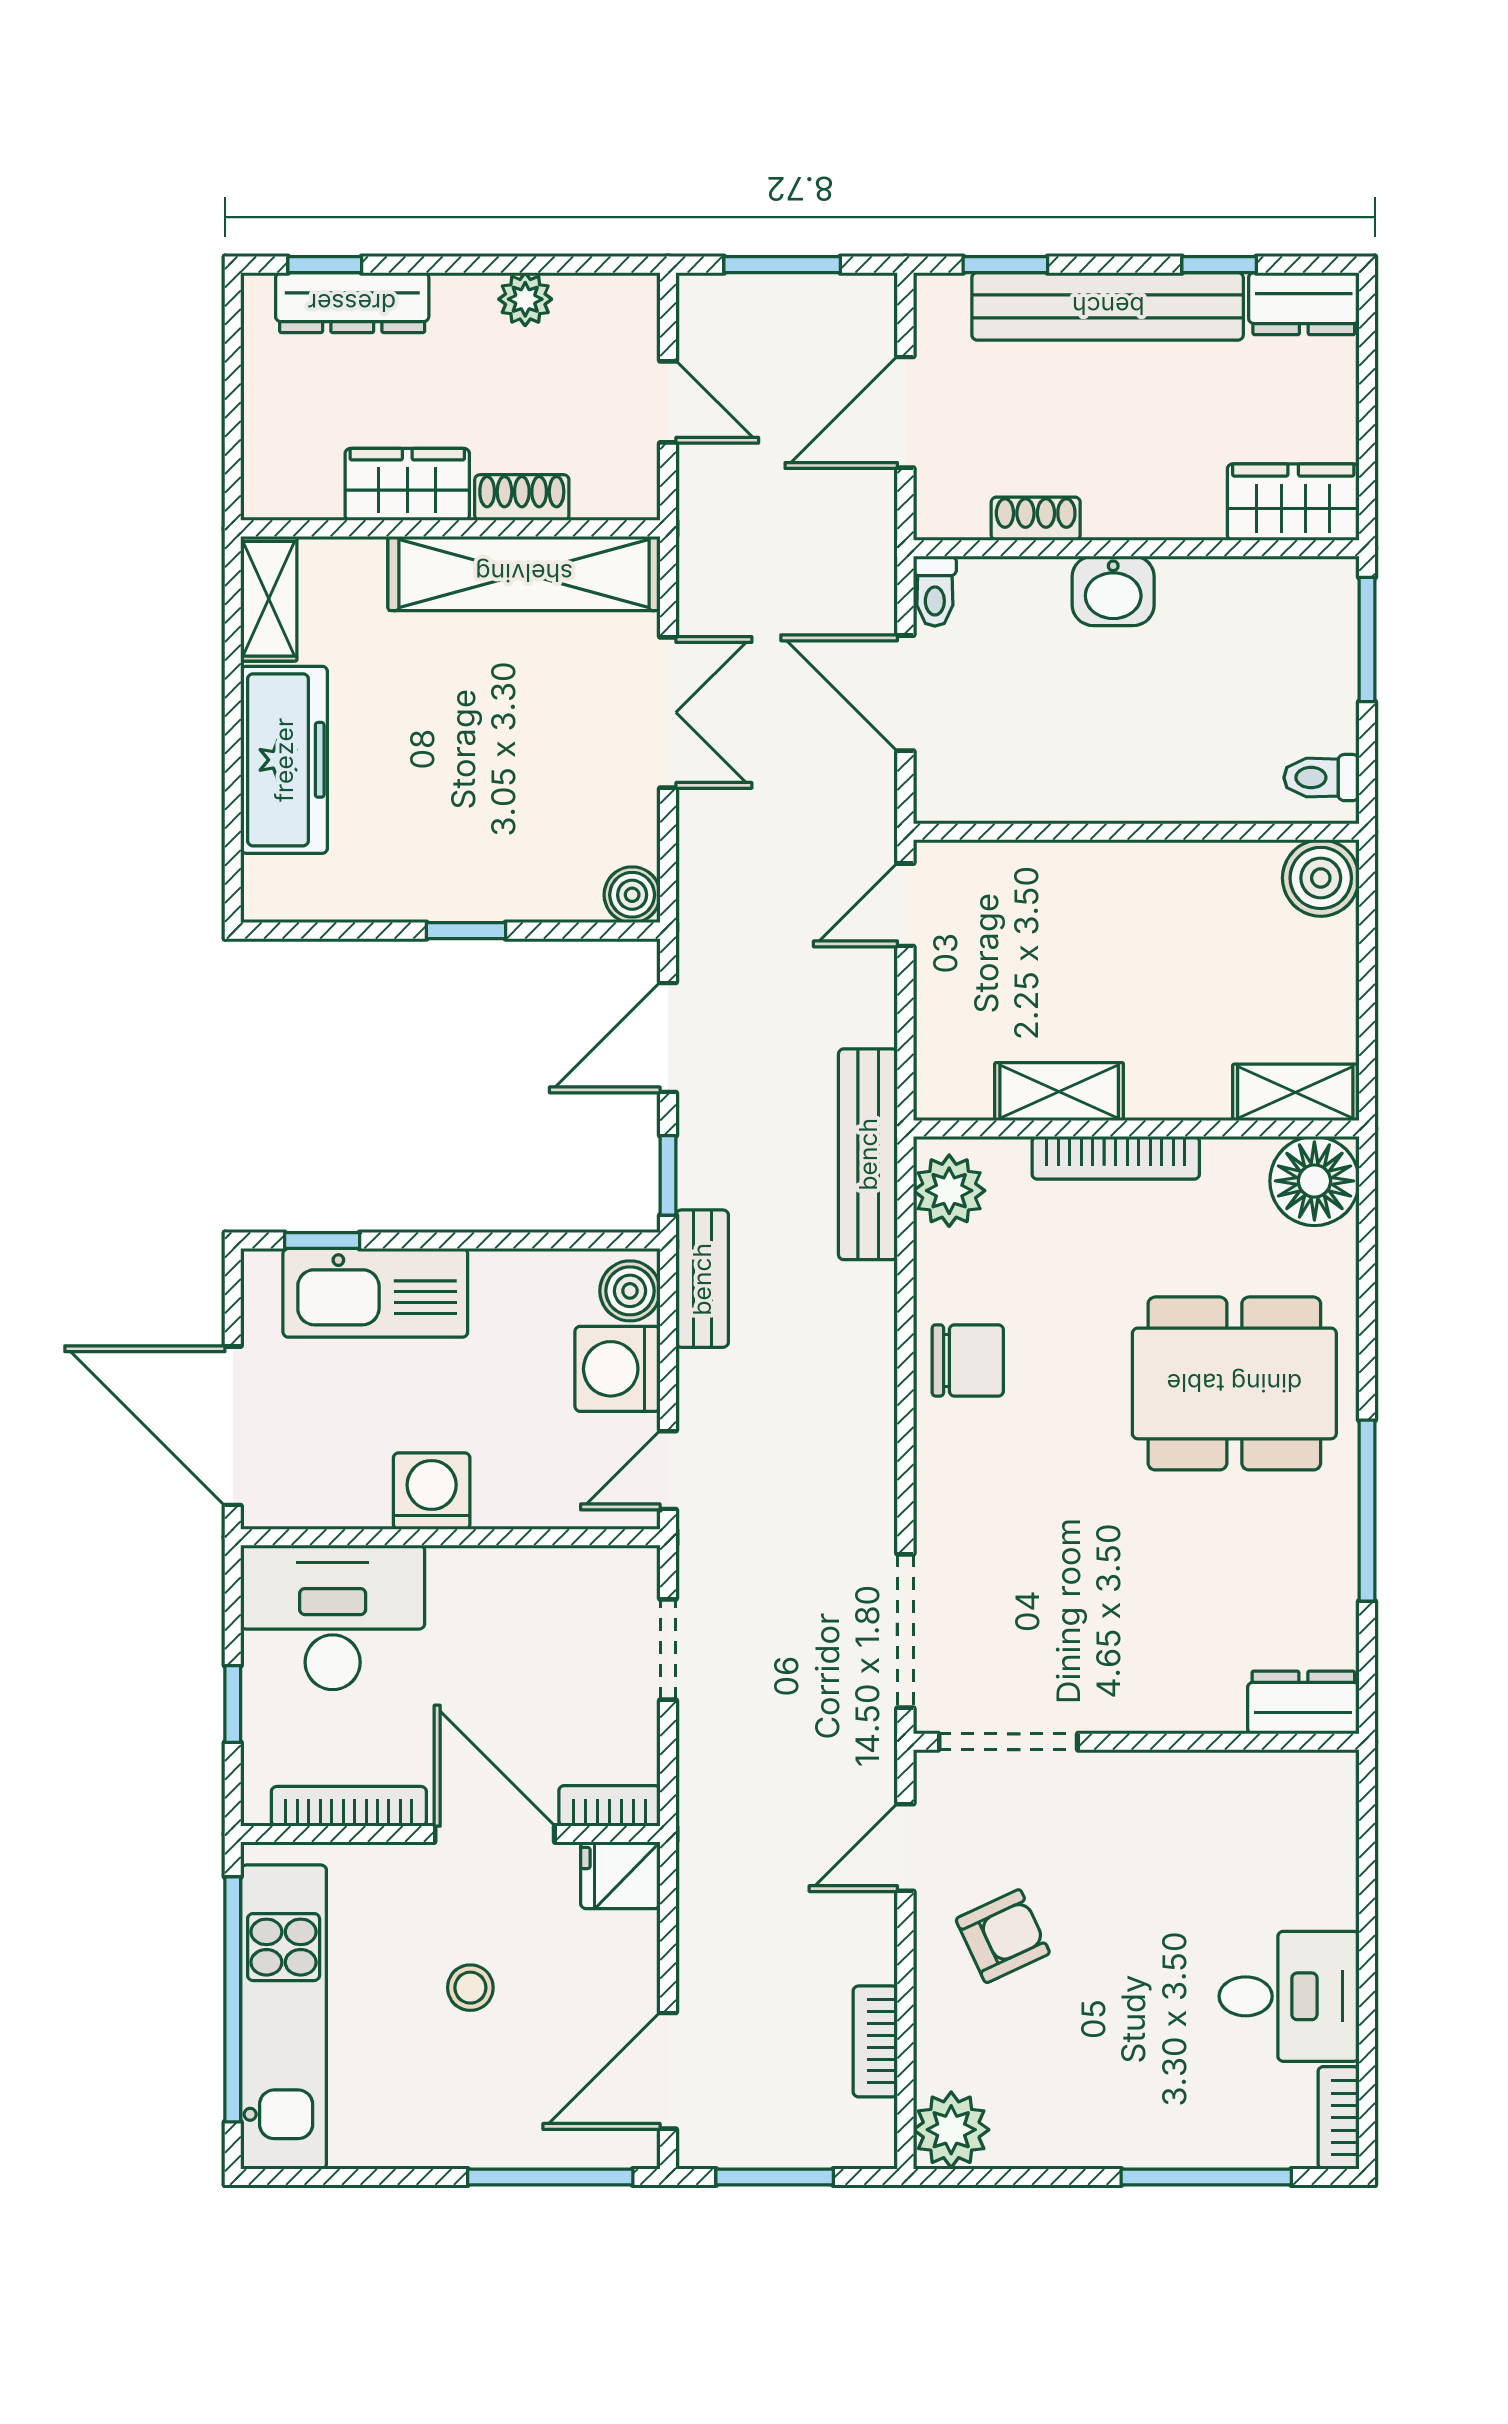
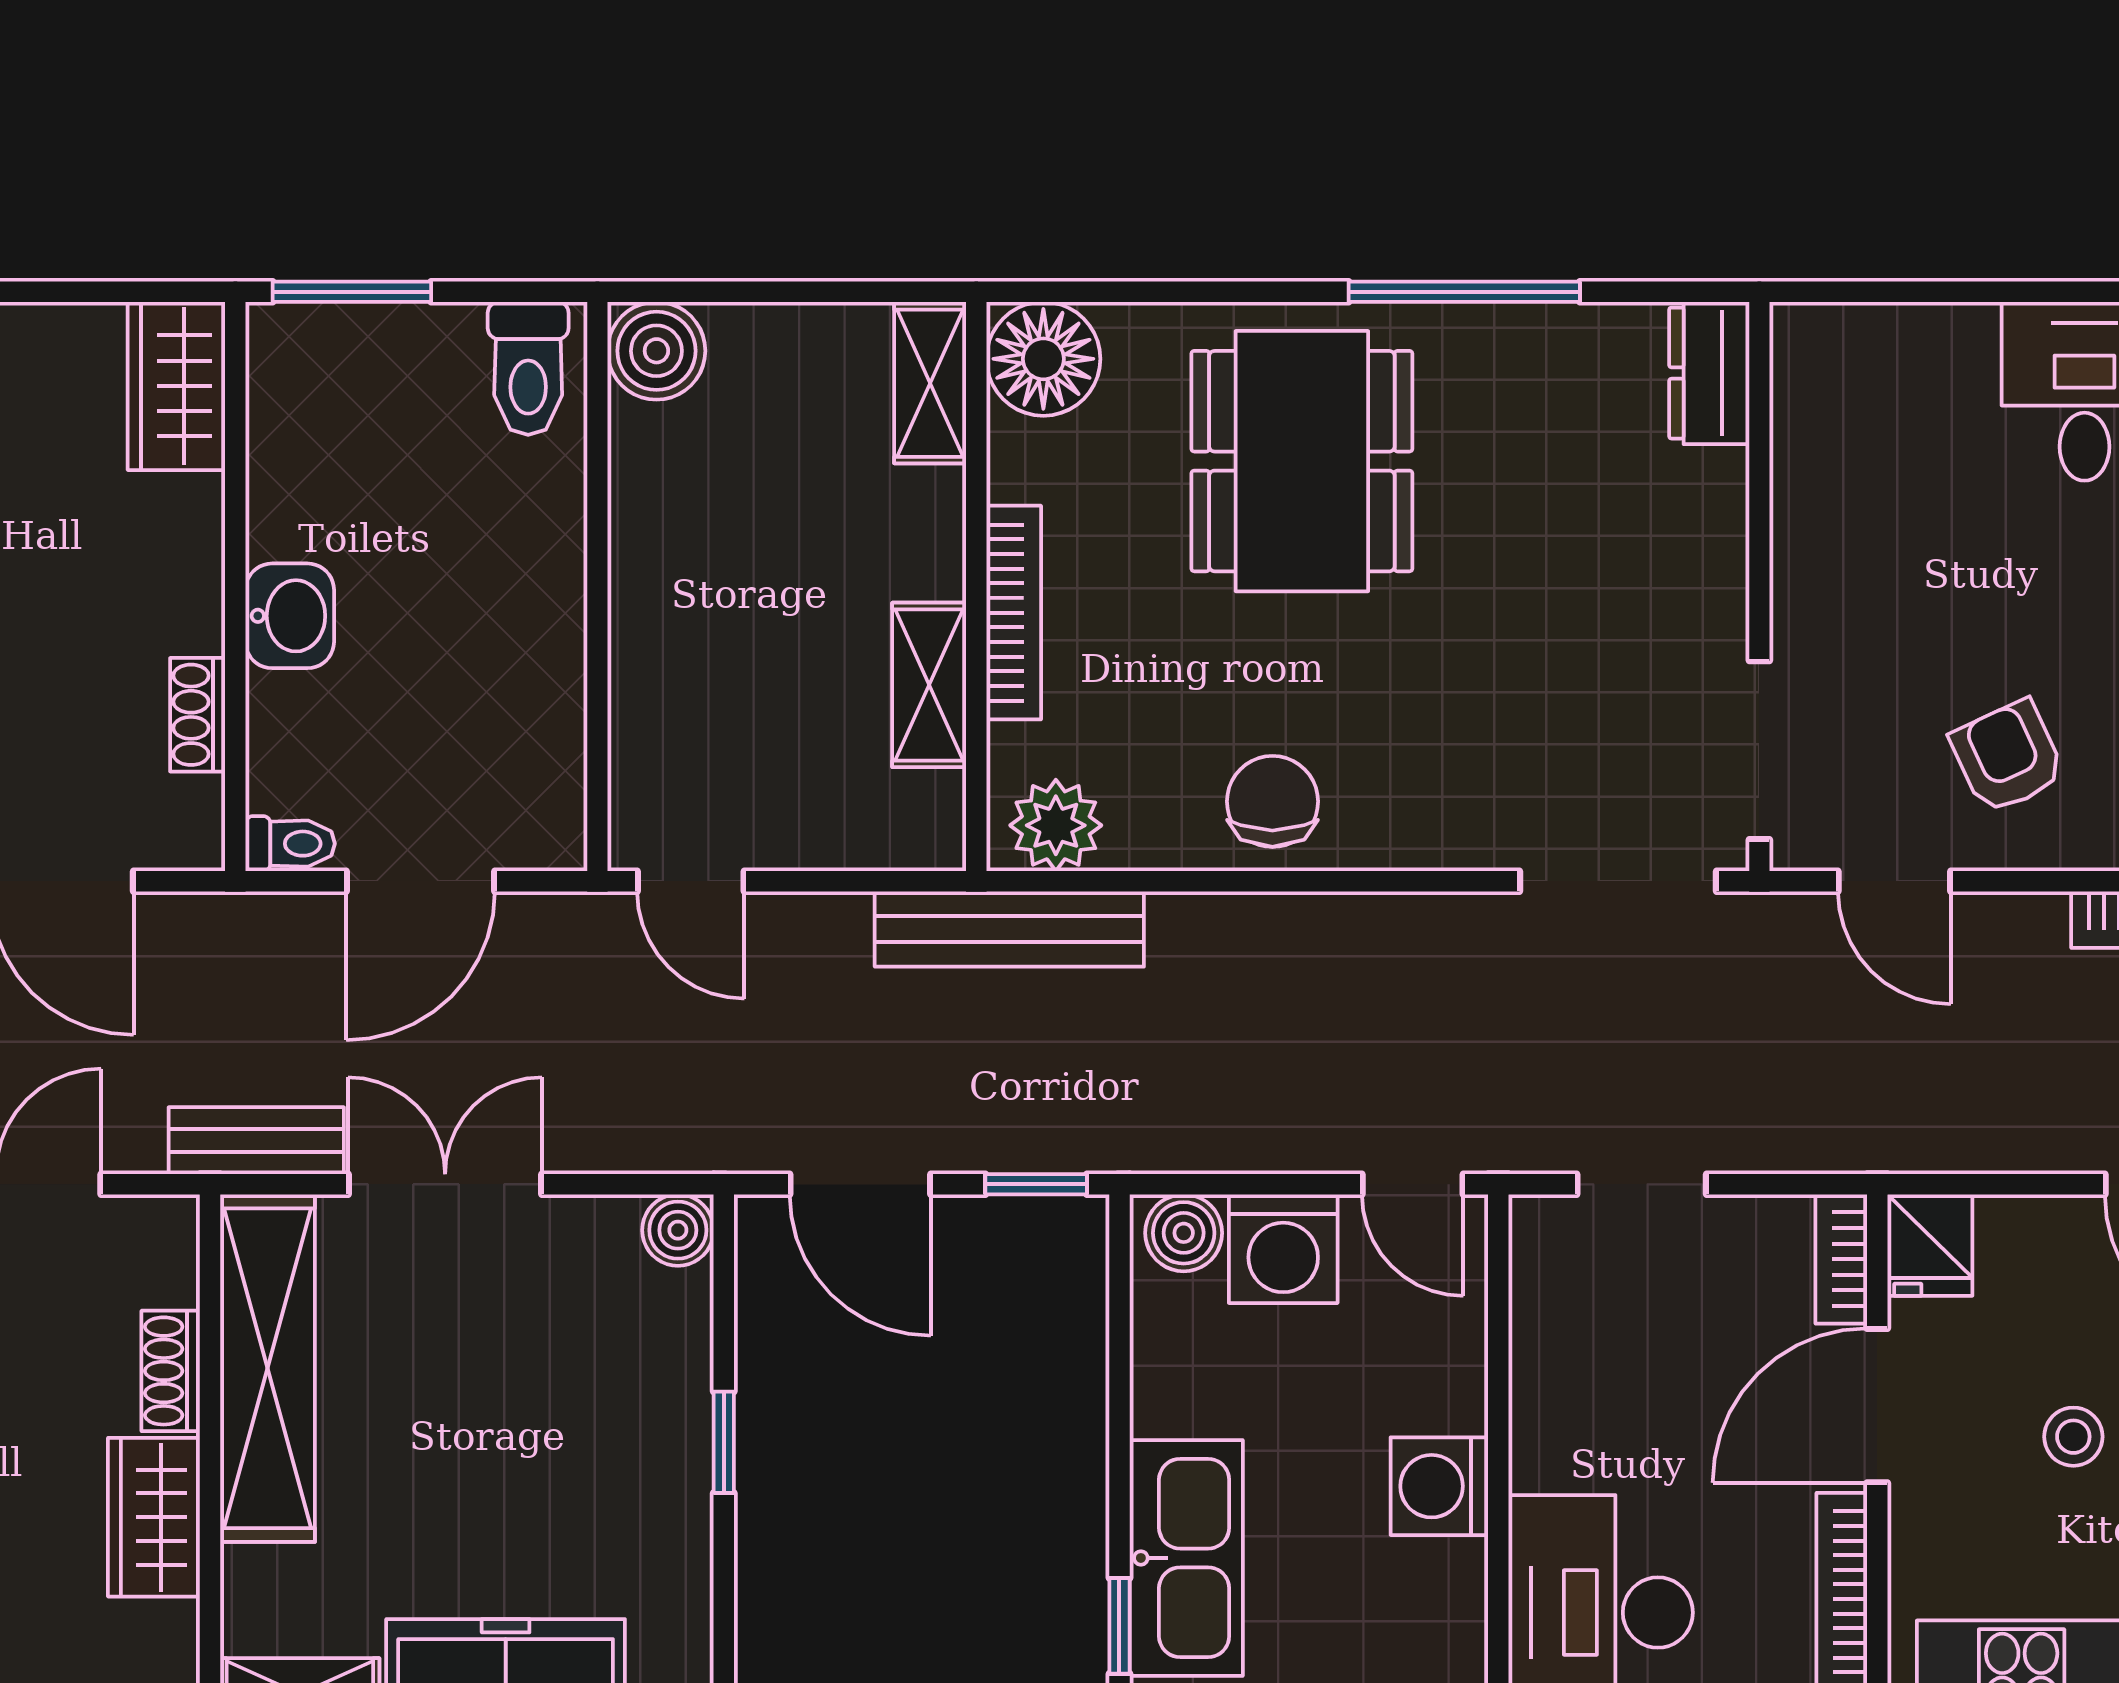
toilet: (1321, 778) -> (528, 368), width x1.37, depth x1.39
bench: (702, 1279) -> (256, 1141), moved

